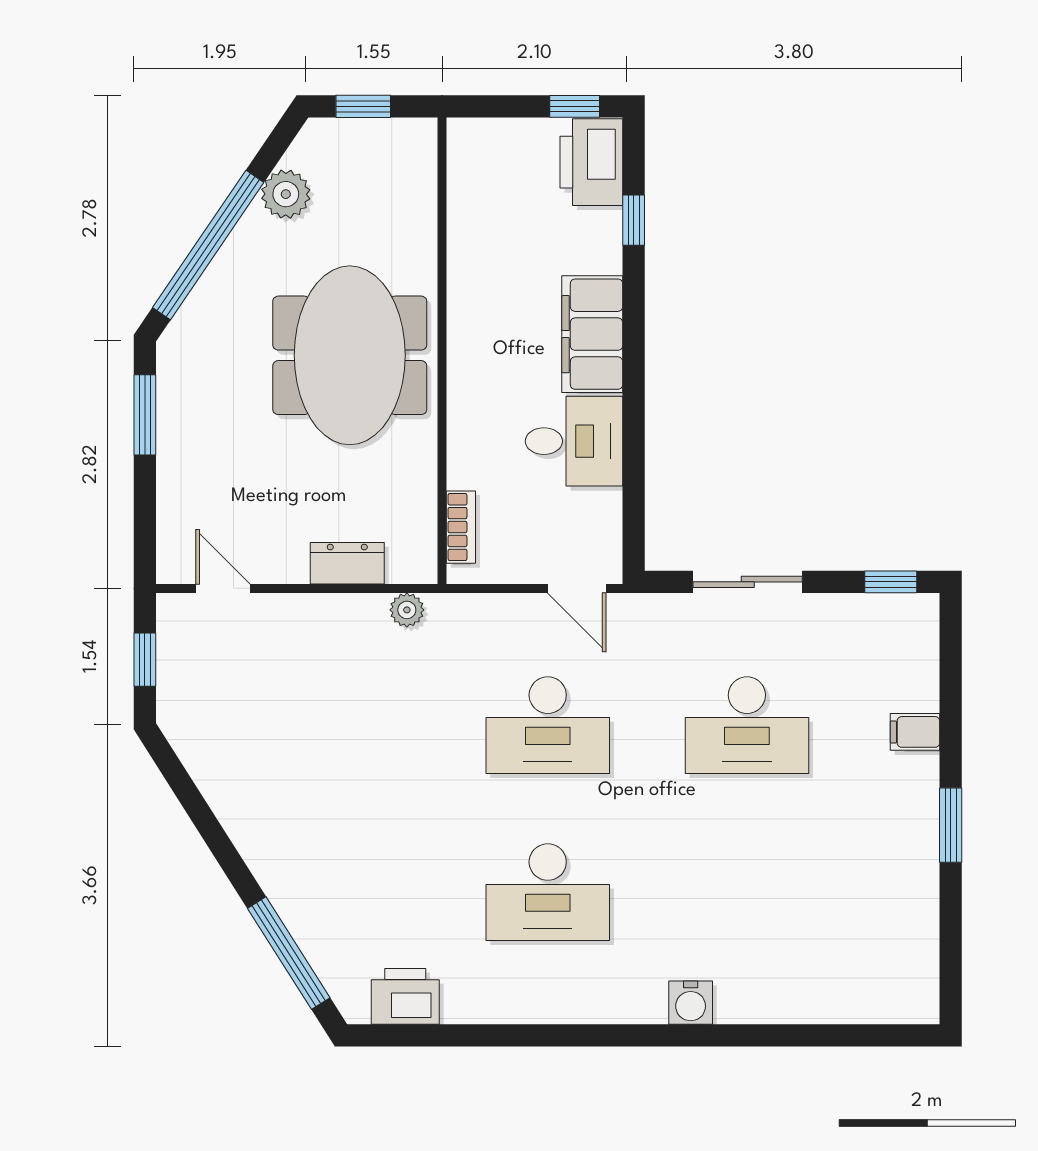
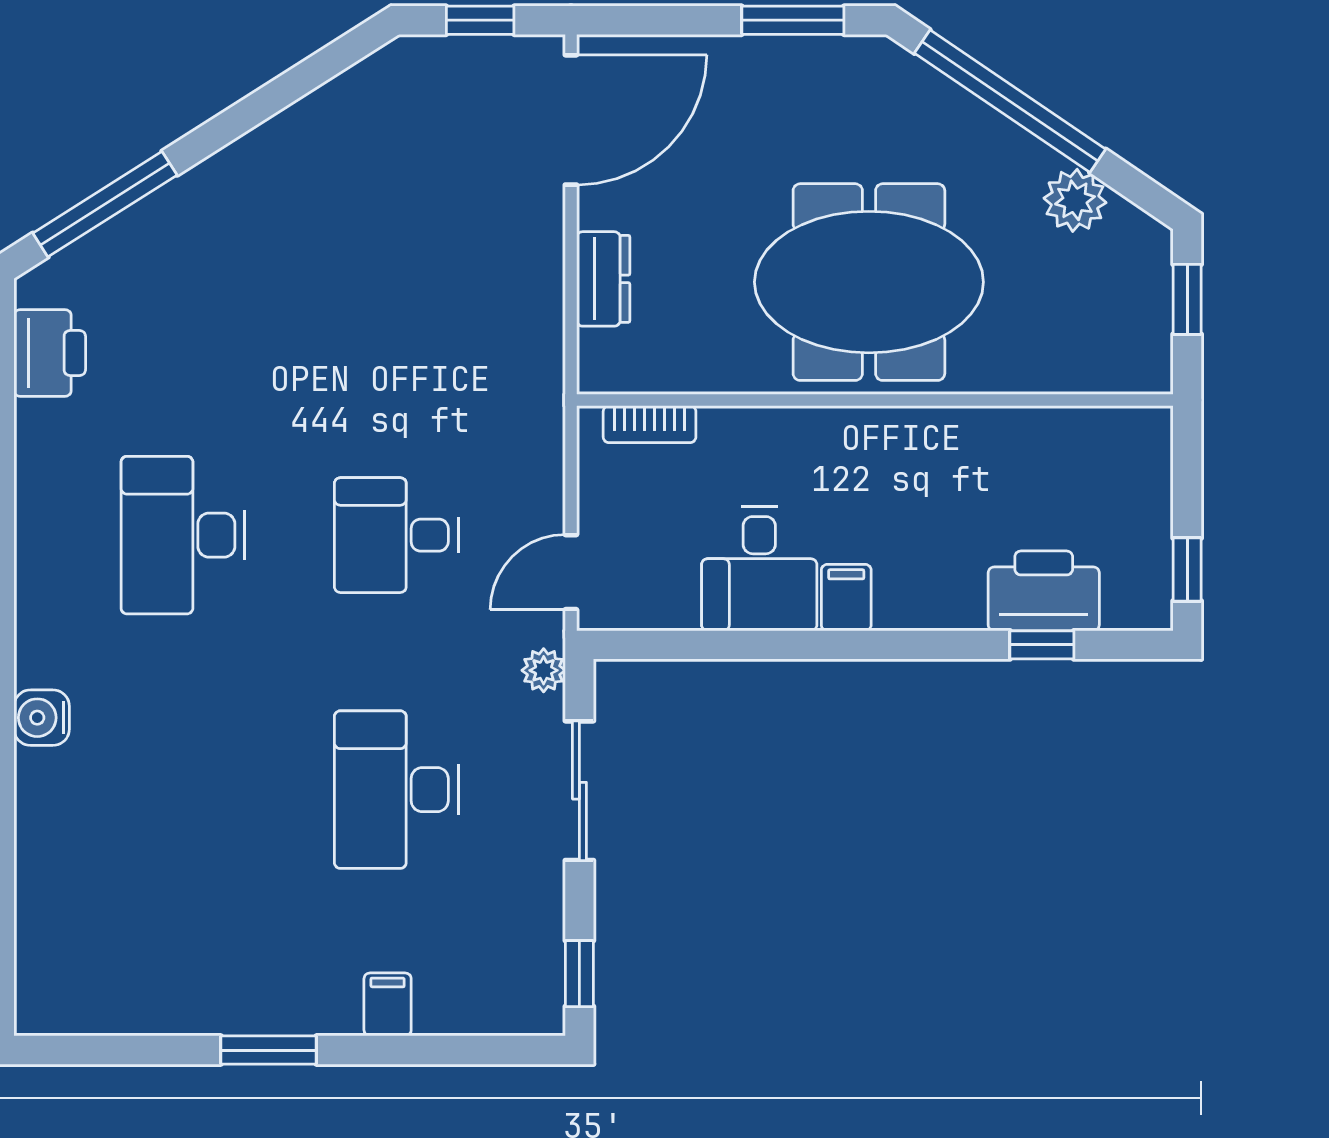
printer: (591, 162) -> (1044, 591), moved
filing cabinet: (592, 334) -> (846, 598), width x0.33, depth x0.86
door: (223, 588) -> (571, 120), width x1.87
plant: (407, 610) -> (544, 670), moved
desk: (548, 725) -> (396, 535), width x0.73

